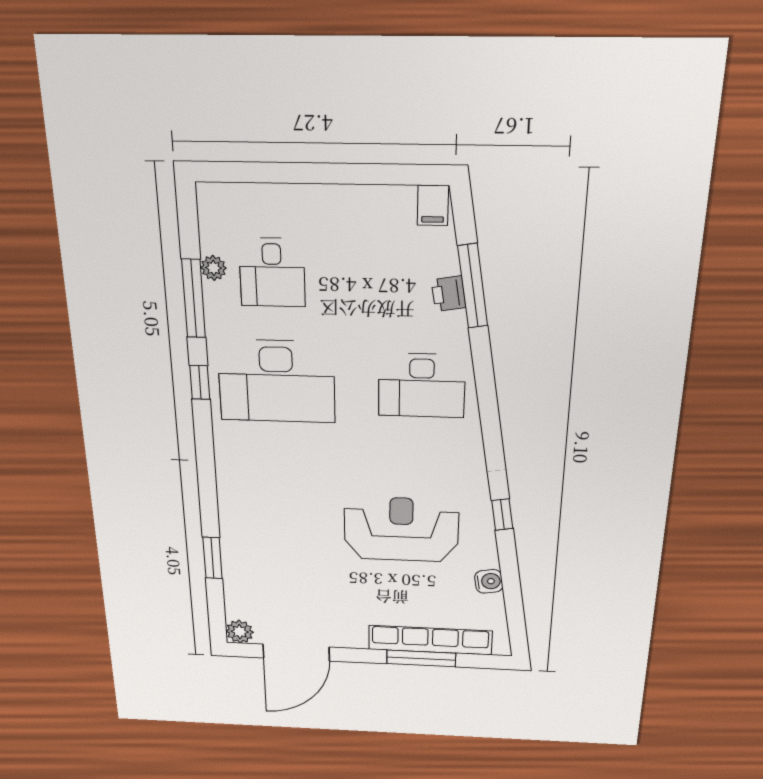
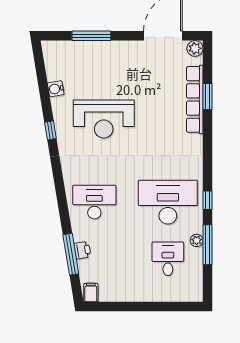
plant: (213, 268) -> (197, 240), moved
row of seats: (430, 640) -> (195, 99), moved, turned 90

